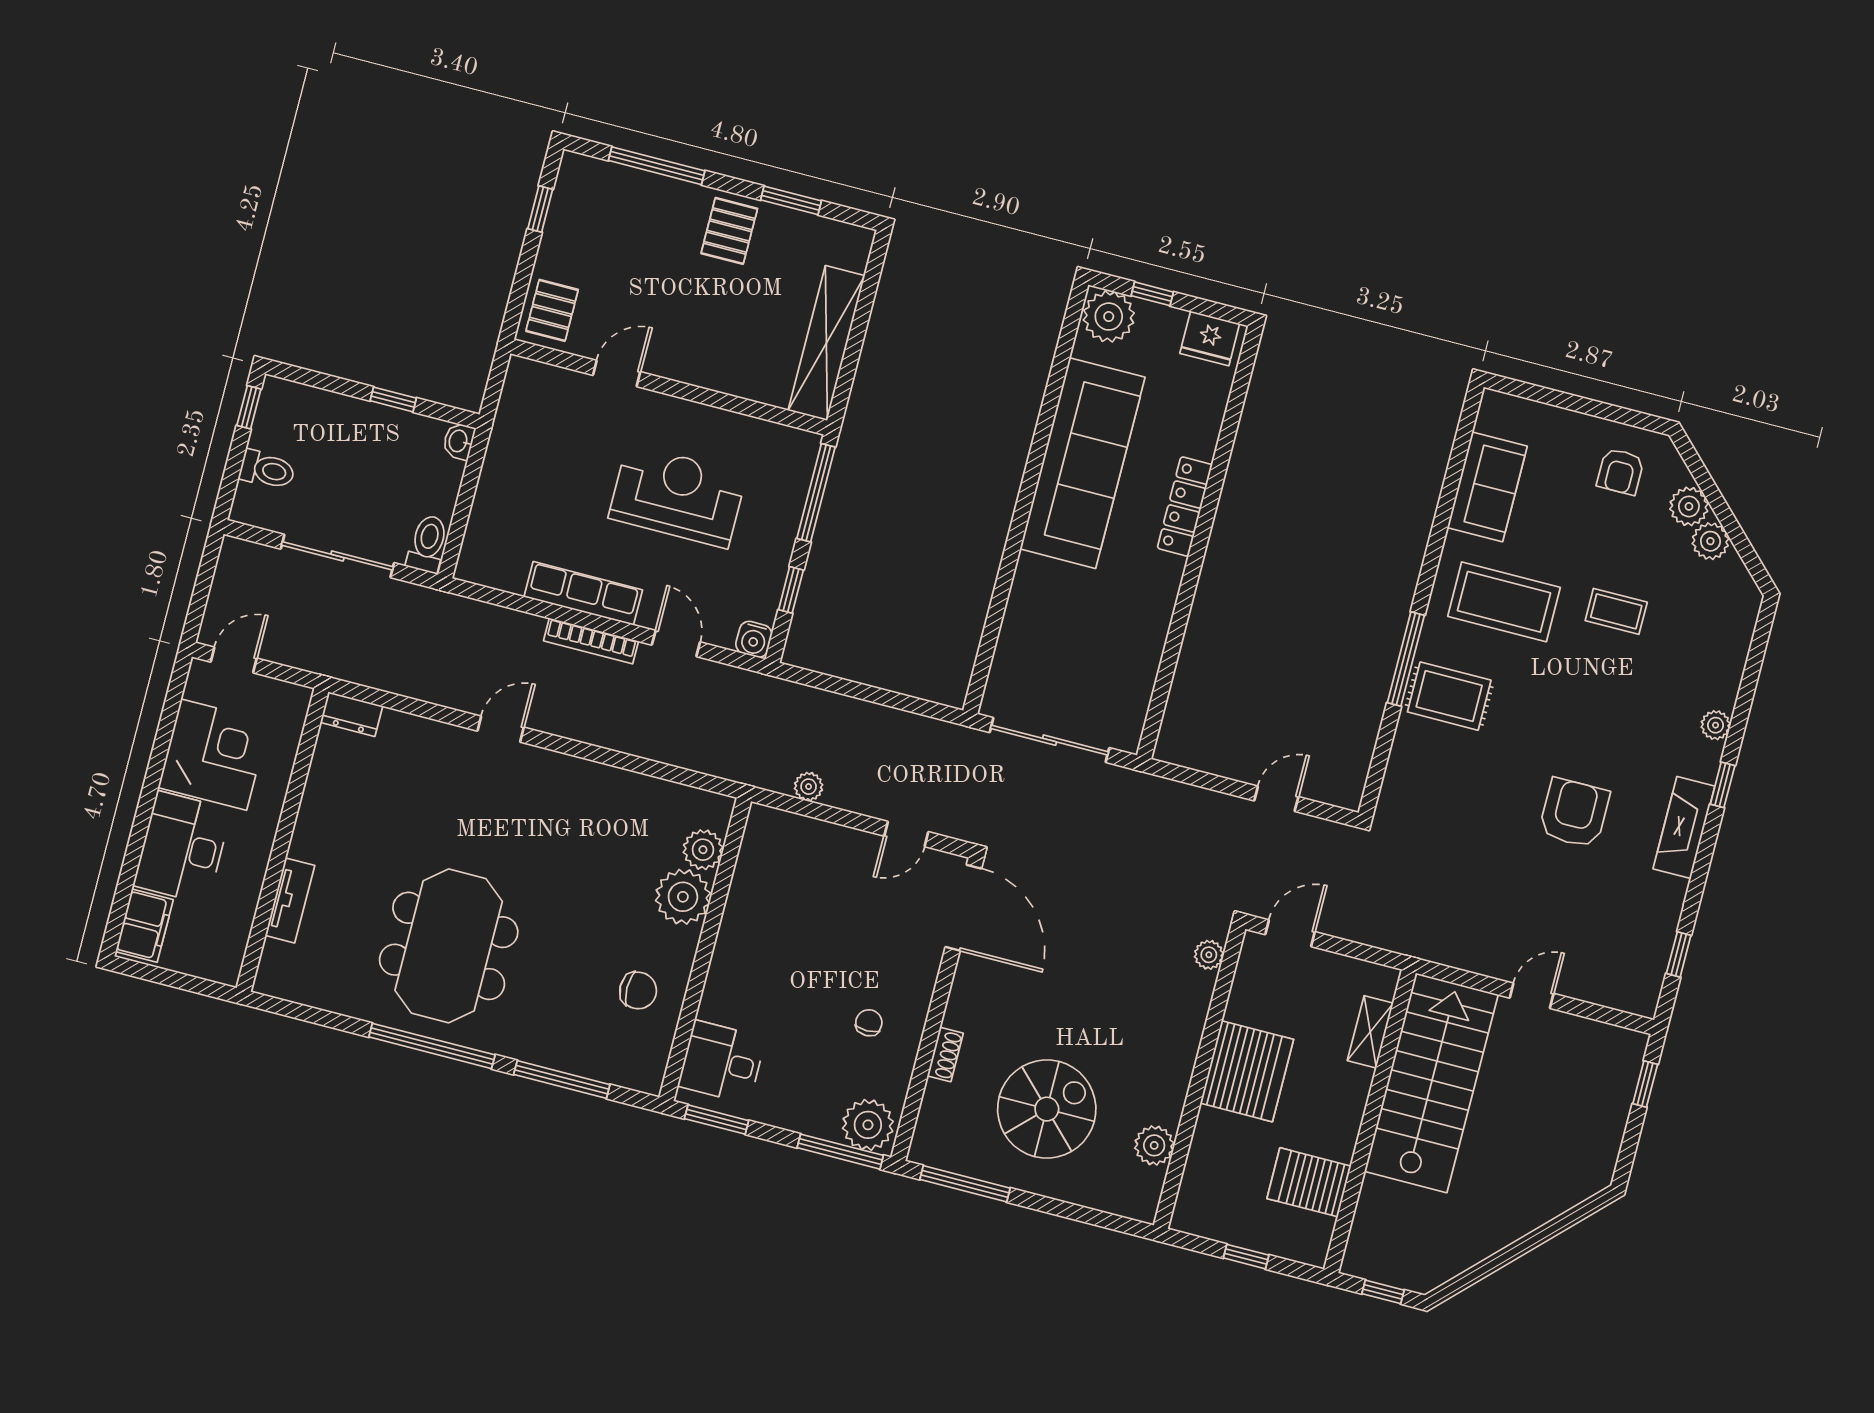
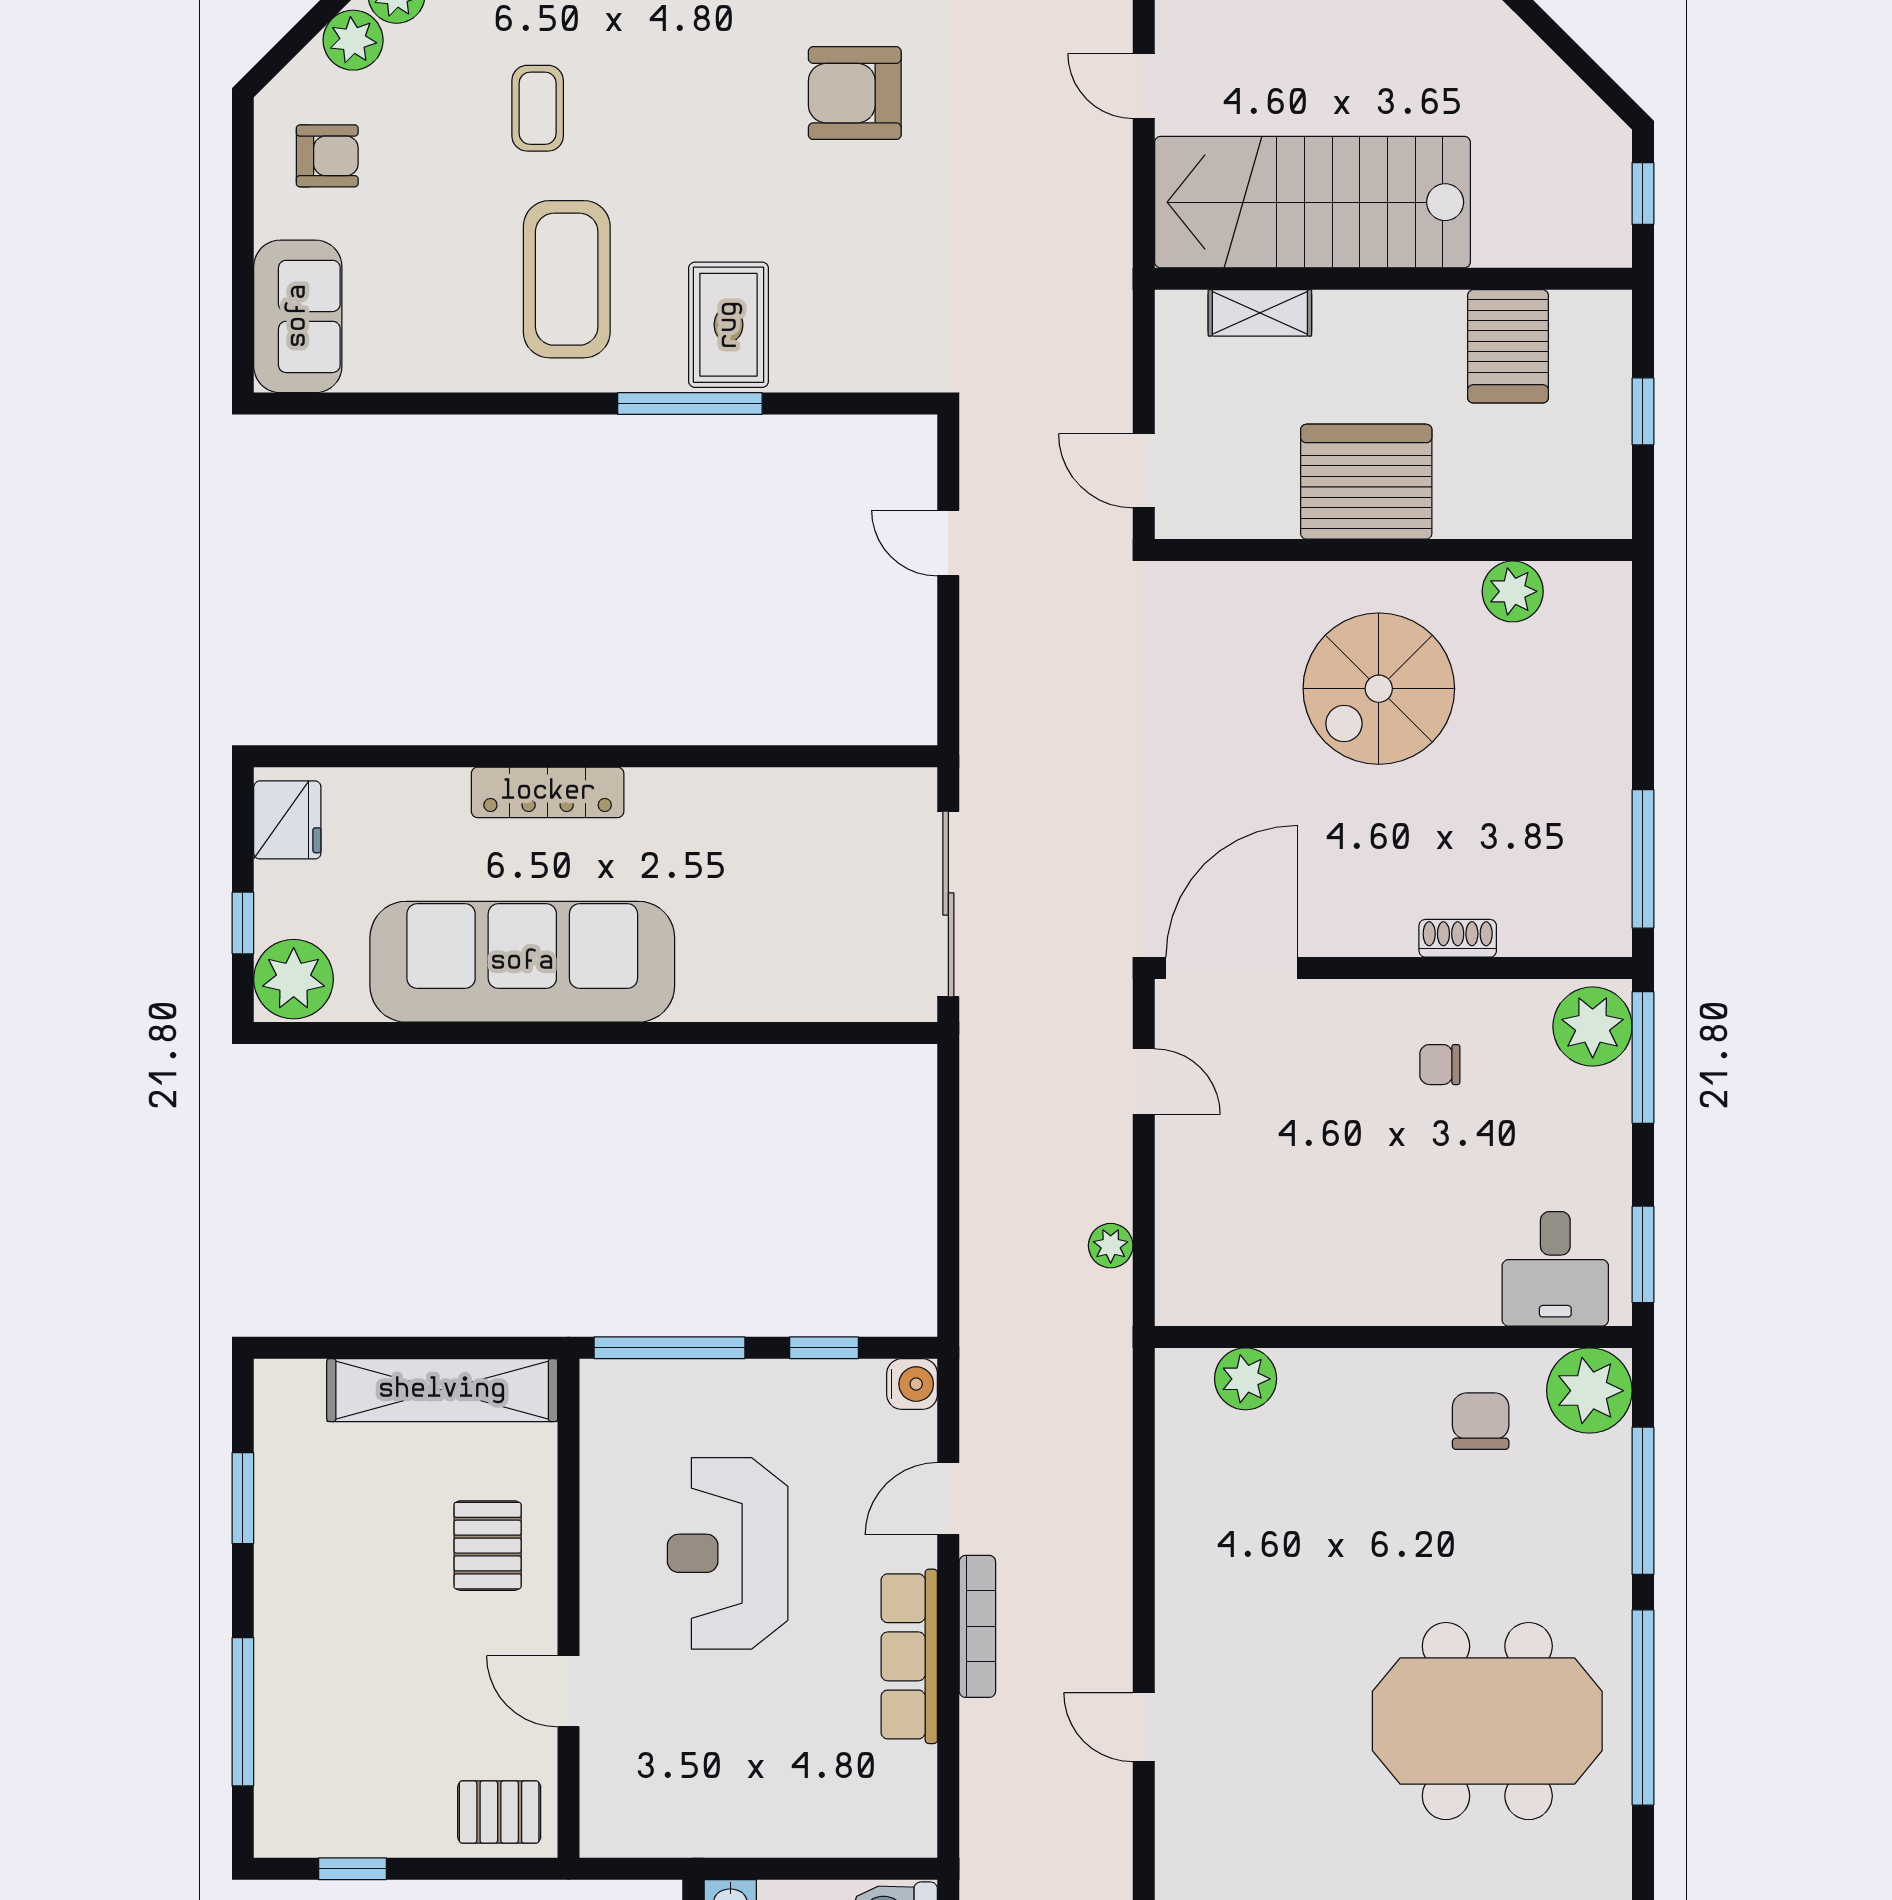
pallet: (729, 231) -> (488, 1546), moved, turned 90
sofa: (1487, 487) -> (298, 316), moved, turned 90
plant: (683, 897) -> (1589, 1391), moved
plant: (1209, 955) -> (1207, 583), removed
spiral stairs: (1047, 1109) -> (1379, 689), moved, turned -90

